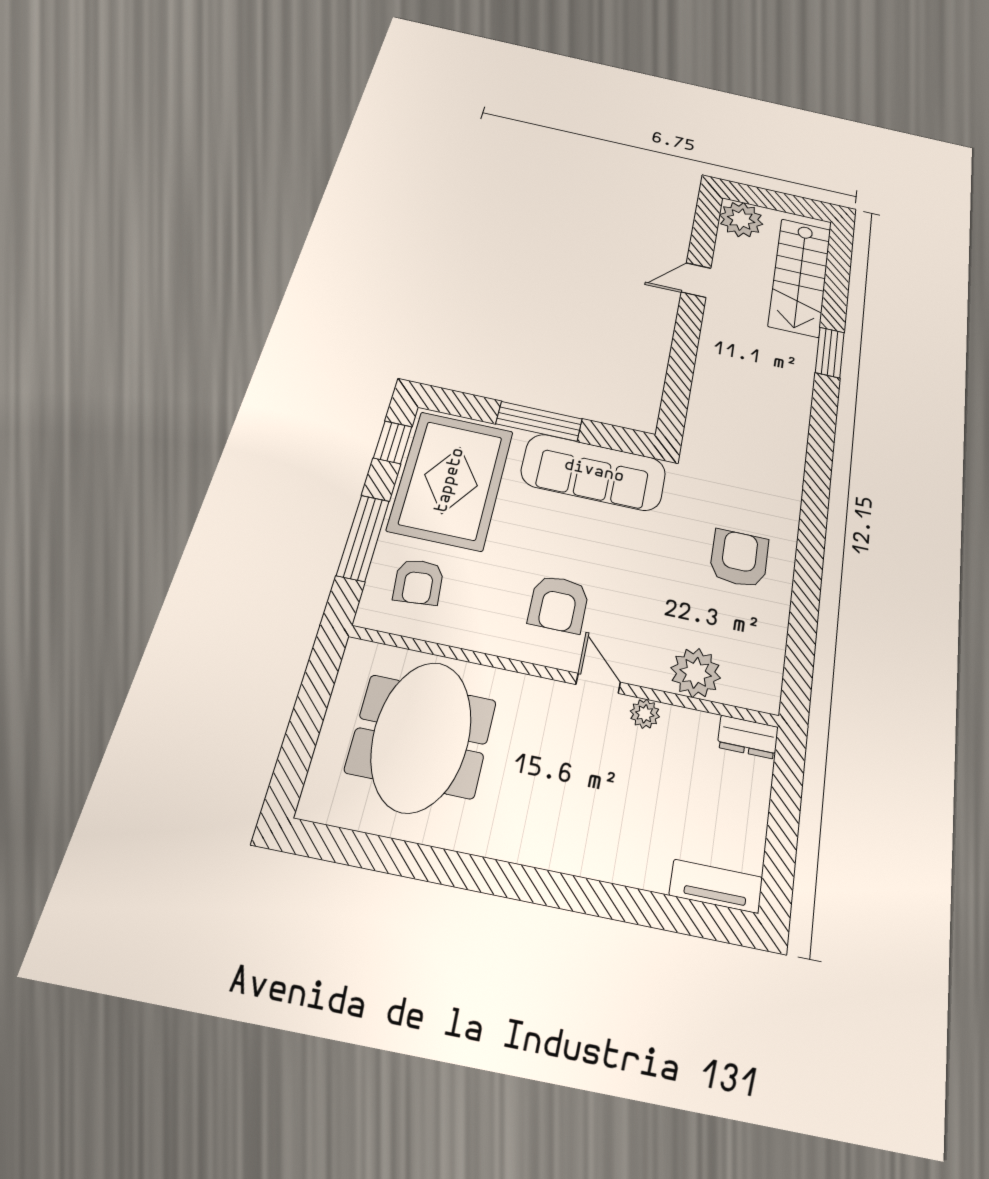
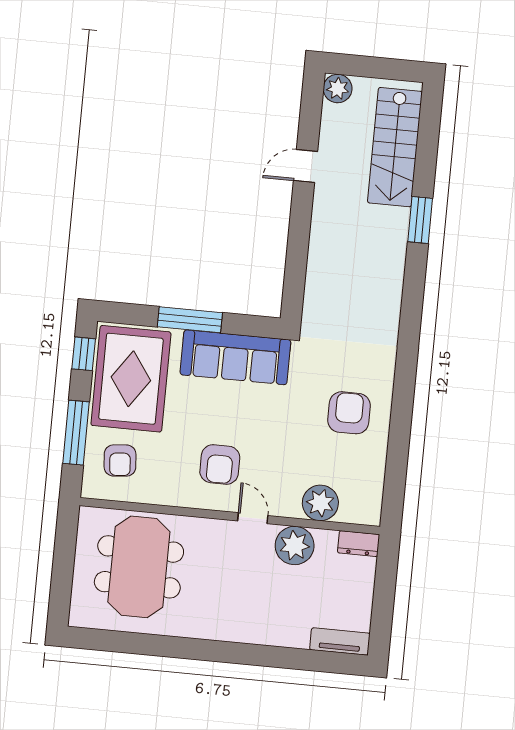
plant: (741, 219) -> (338, 89), width x0.73, depth x0.73
plant: (645, 714) -> (295, 546), width x1.88, depth x1.88

